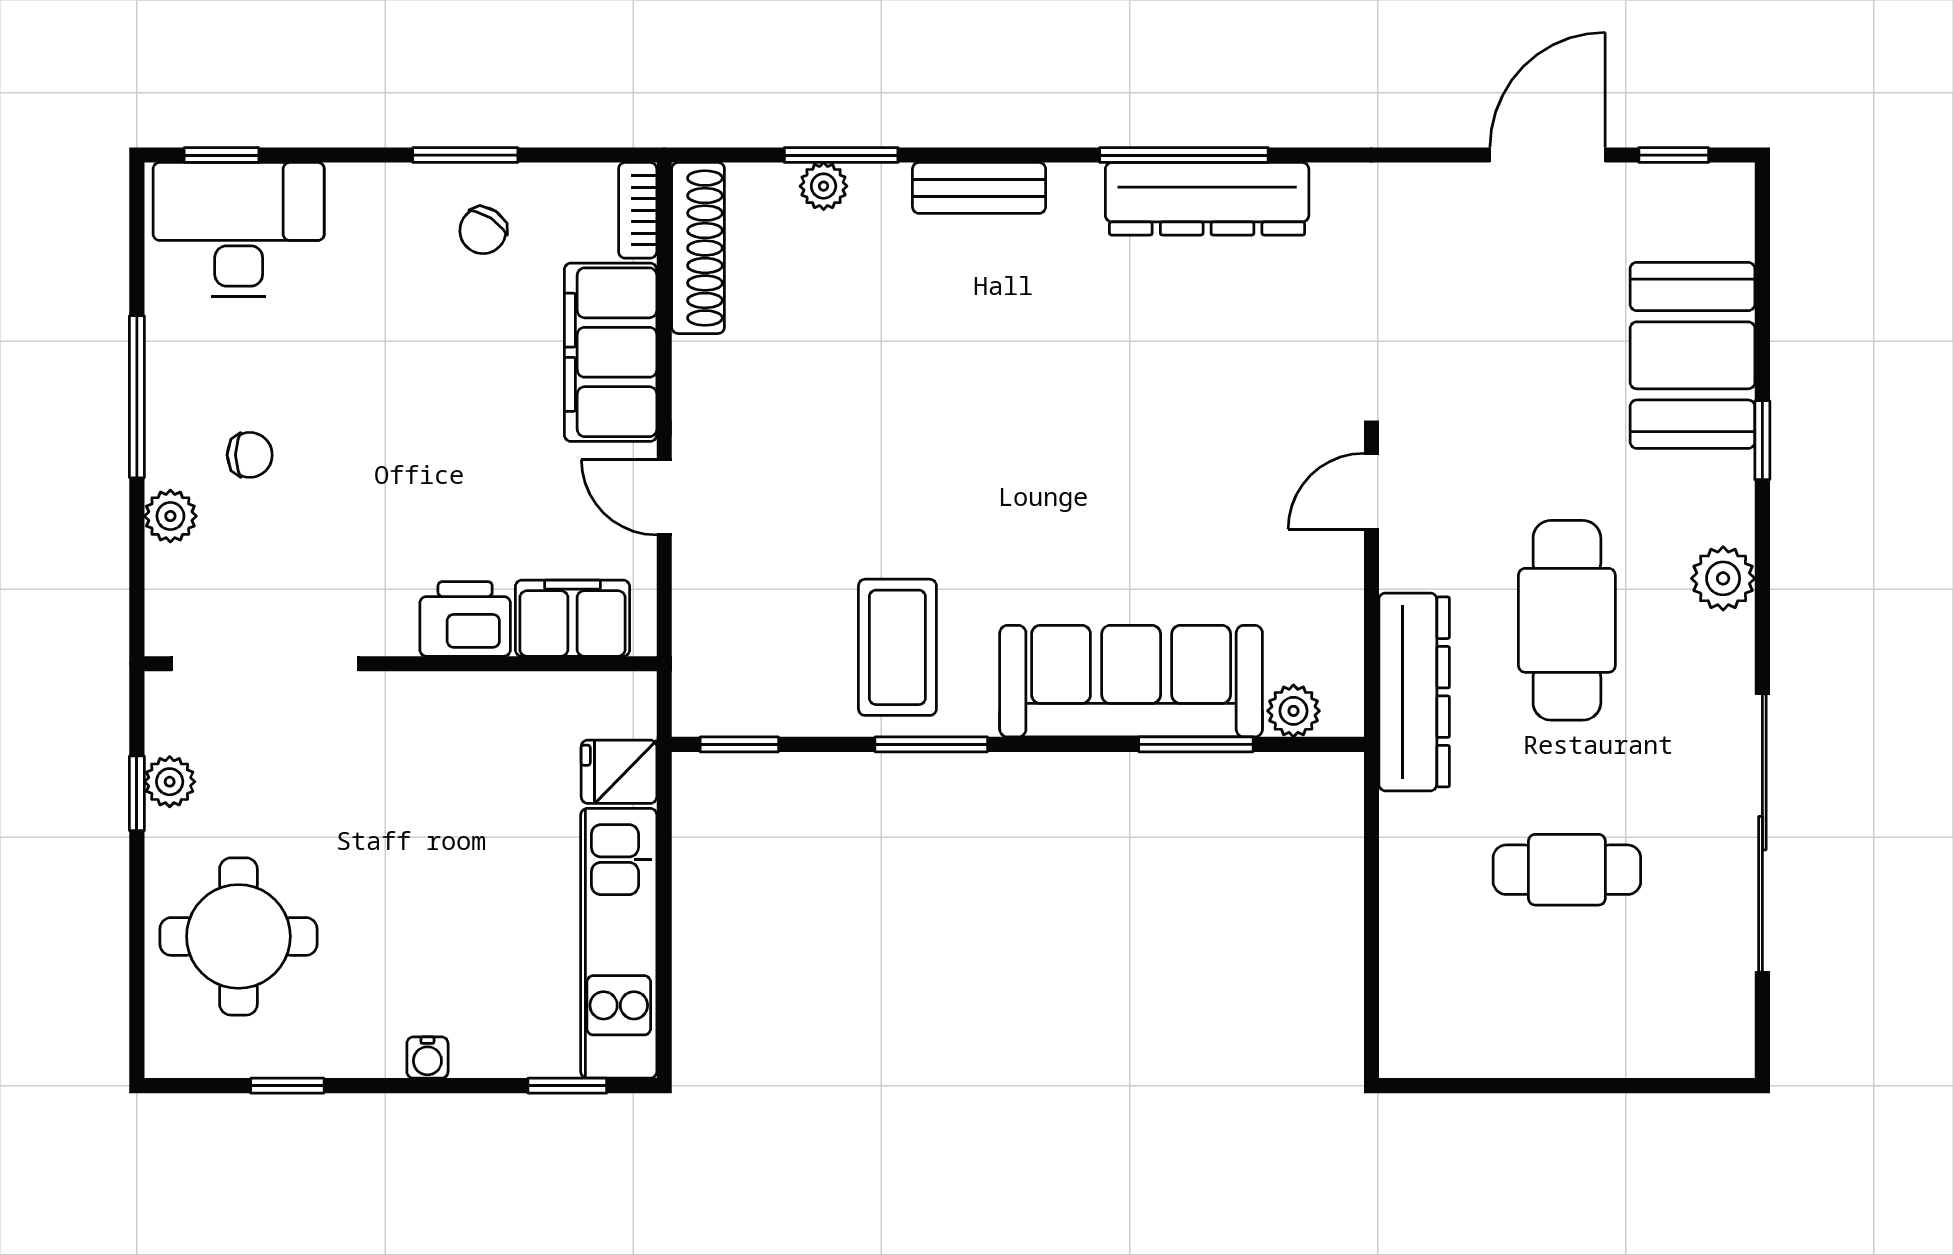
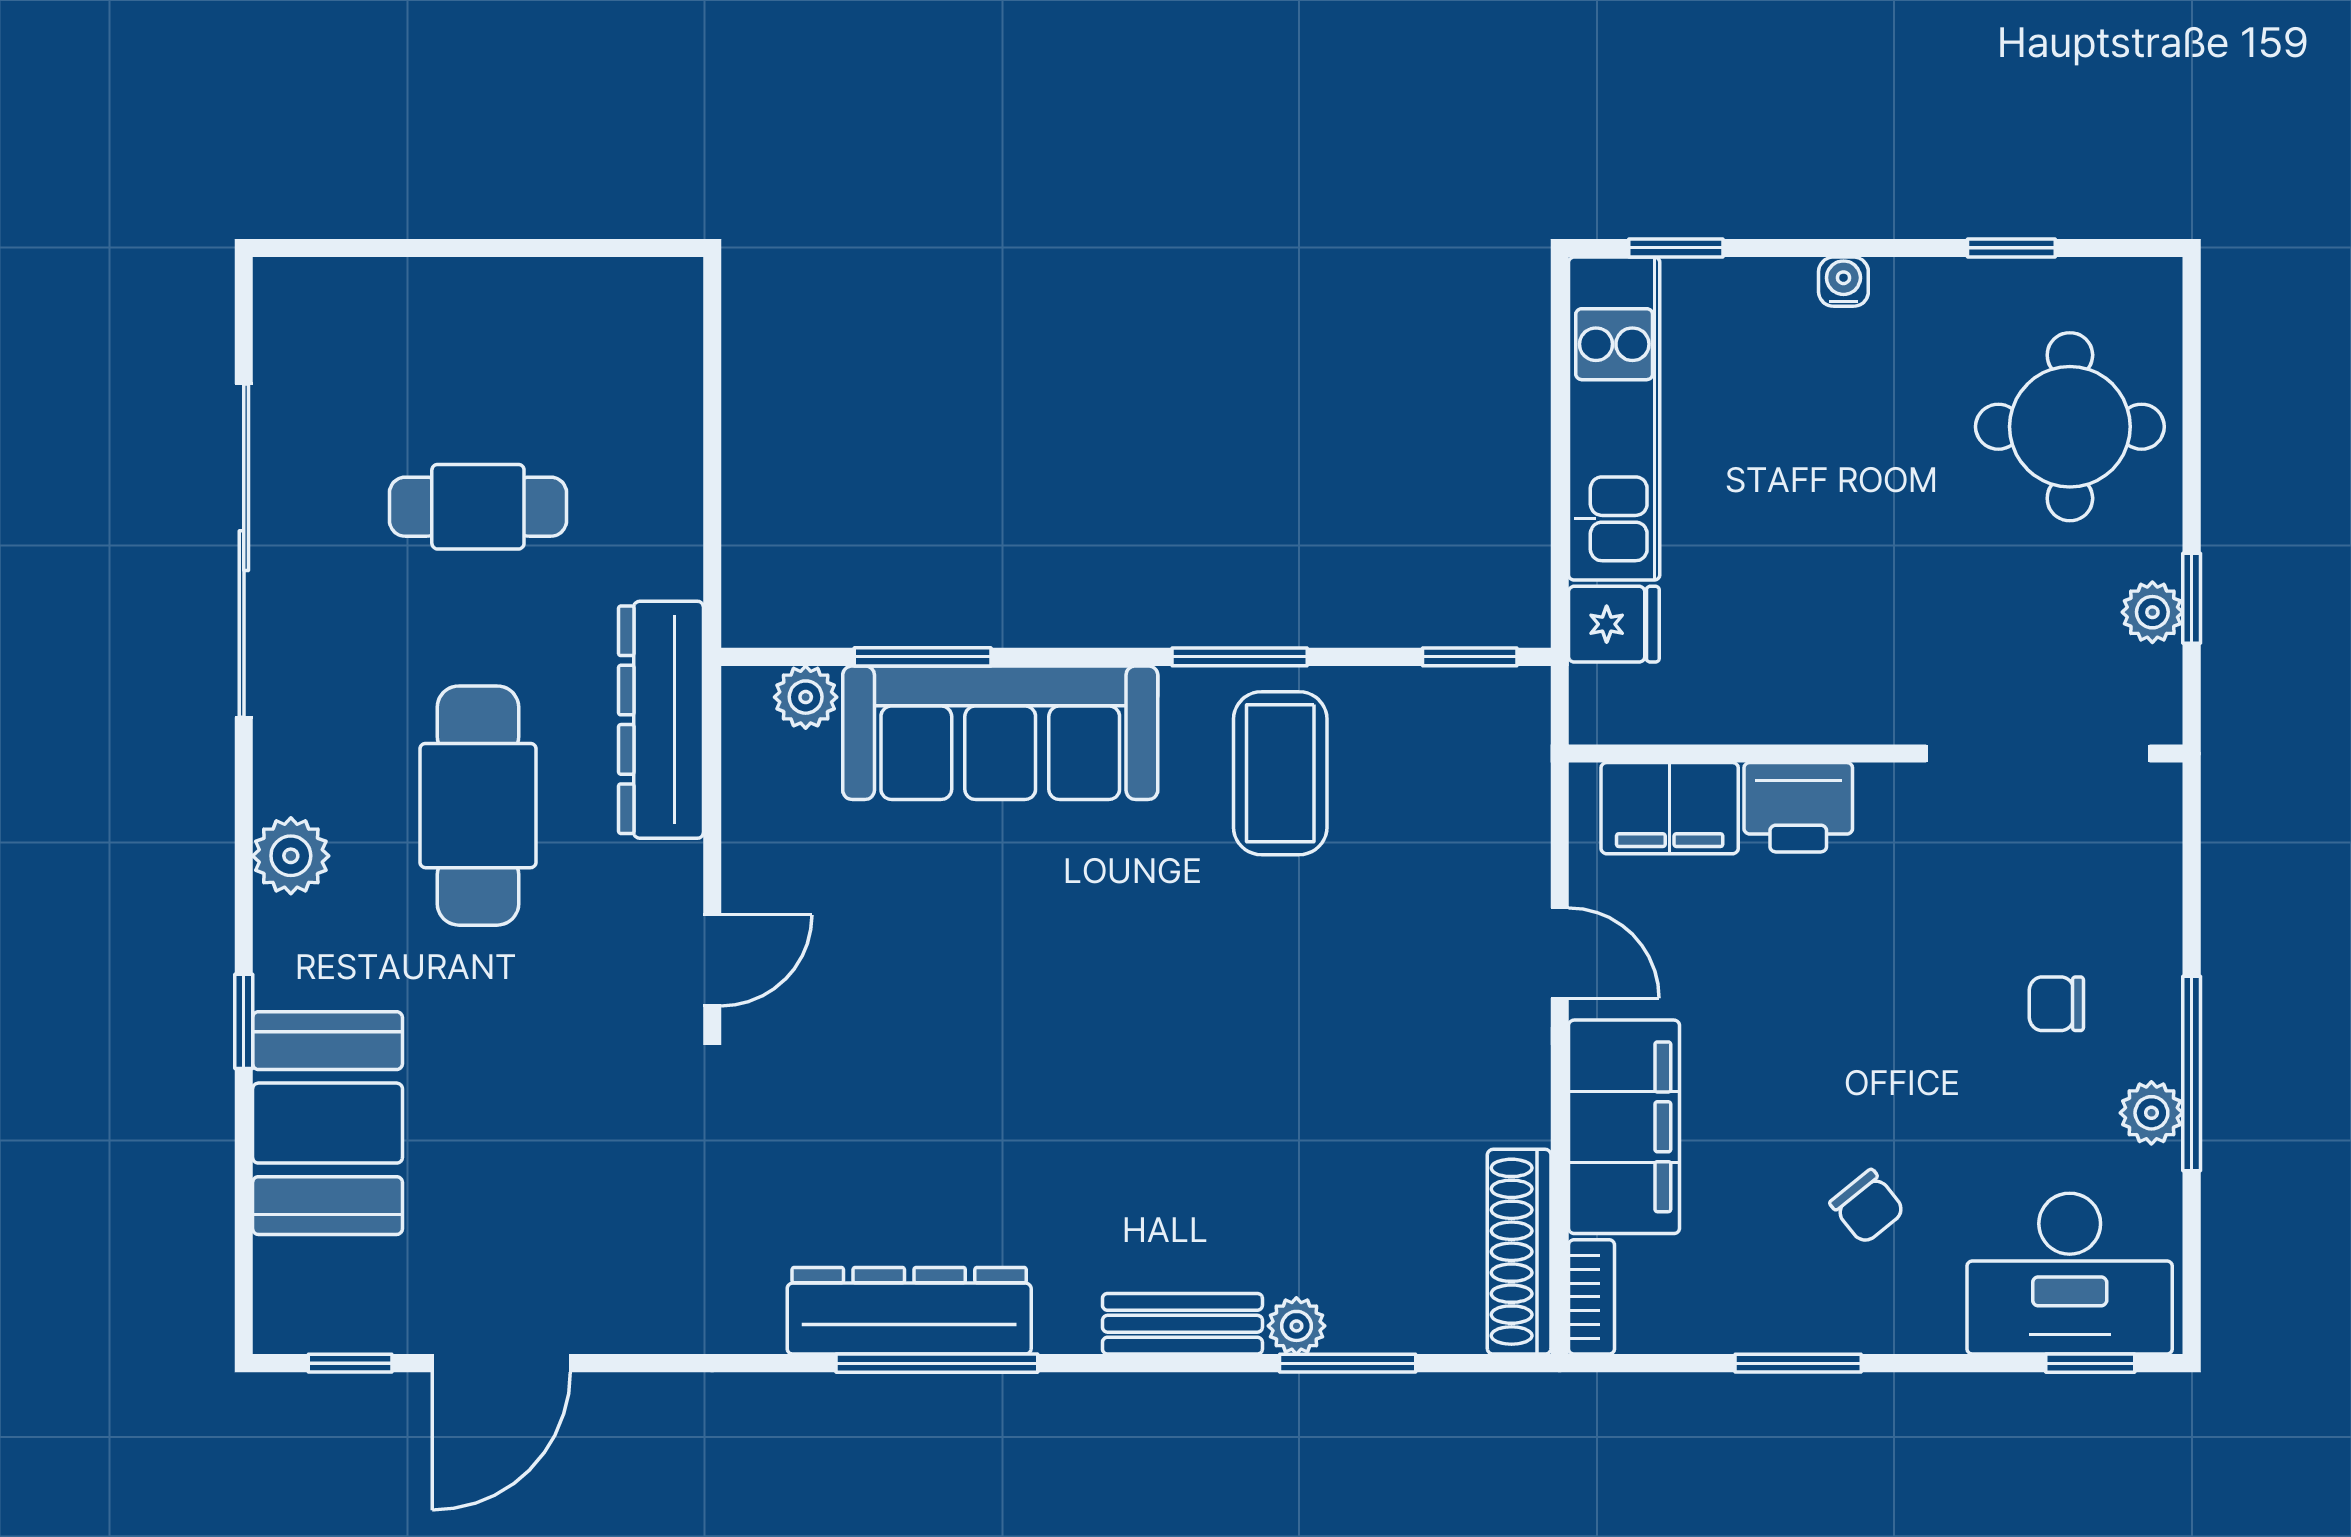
plant: (824, 186) -> (1296, 1326), moved
chair: (483, 231) -> (1867, 1207), moved, turned 108
plant: (170, 516) -> (2151, 1113), moved

